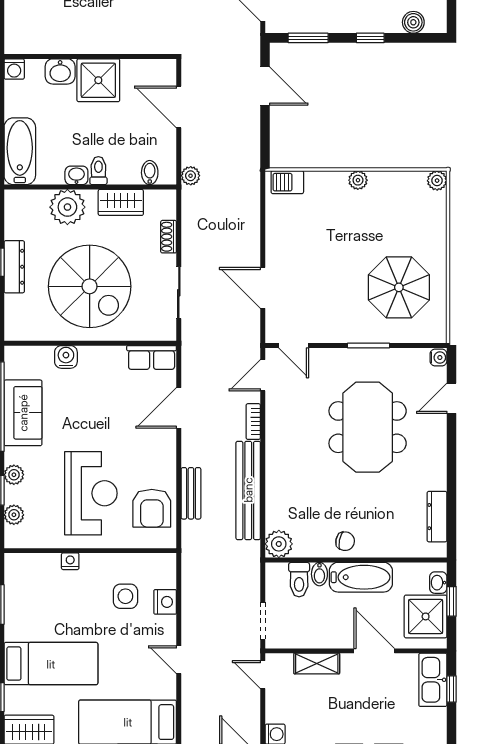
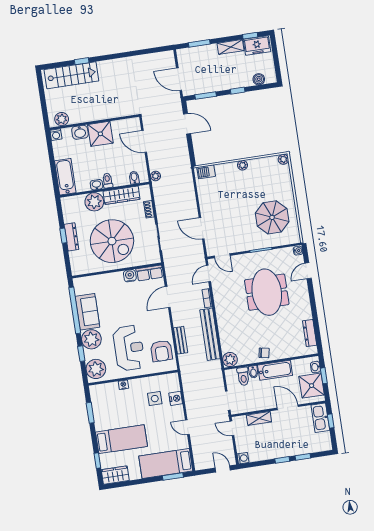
plant: (29, 41) -> (62, 119), added
wardrobe: (121, 202) -> (122, 195), width x1.50
water cooler: (66, 357) -> (130, 276), moved
plant: (14, 475) -> (91, 339), width x1.87, depth x1.87
plant: (14, 515) -> (96, 369), width x1.88, depth x1.88

